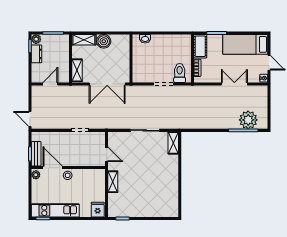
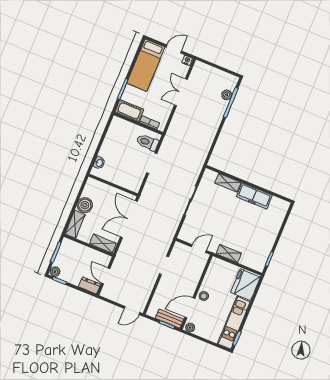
dresser: (37, 54) -> (89, 285), moved
double door: (107, 84) -> (129, 219), swing flipped
plant: (248, 120) -> (227, 95), width x0.53, depth x0.53
shelving: (173, 143) -> (228, 183), moved
freezer: (171, 183) -> (254, 196), added
fridge: (98, 210) -> (245, 285), width x1.88, depth x1.34

